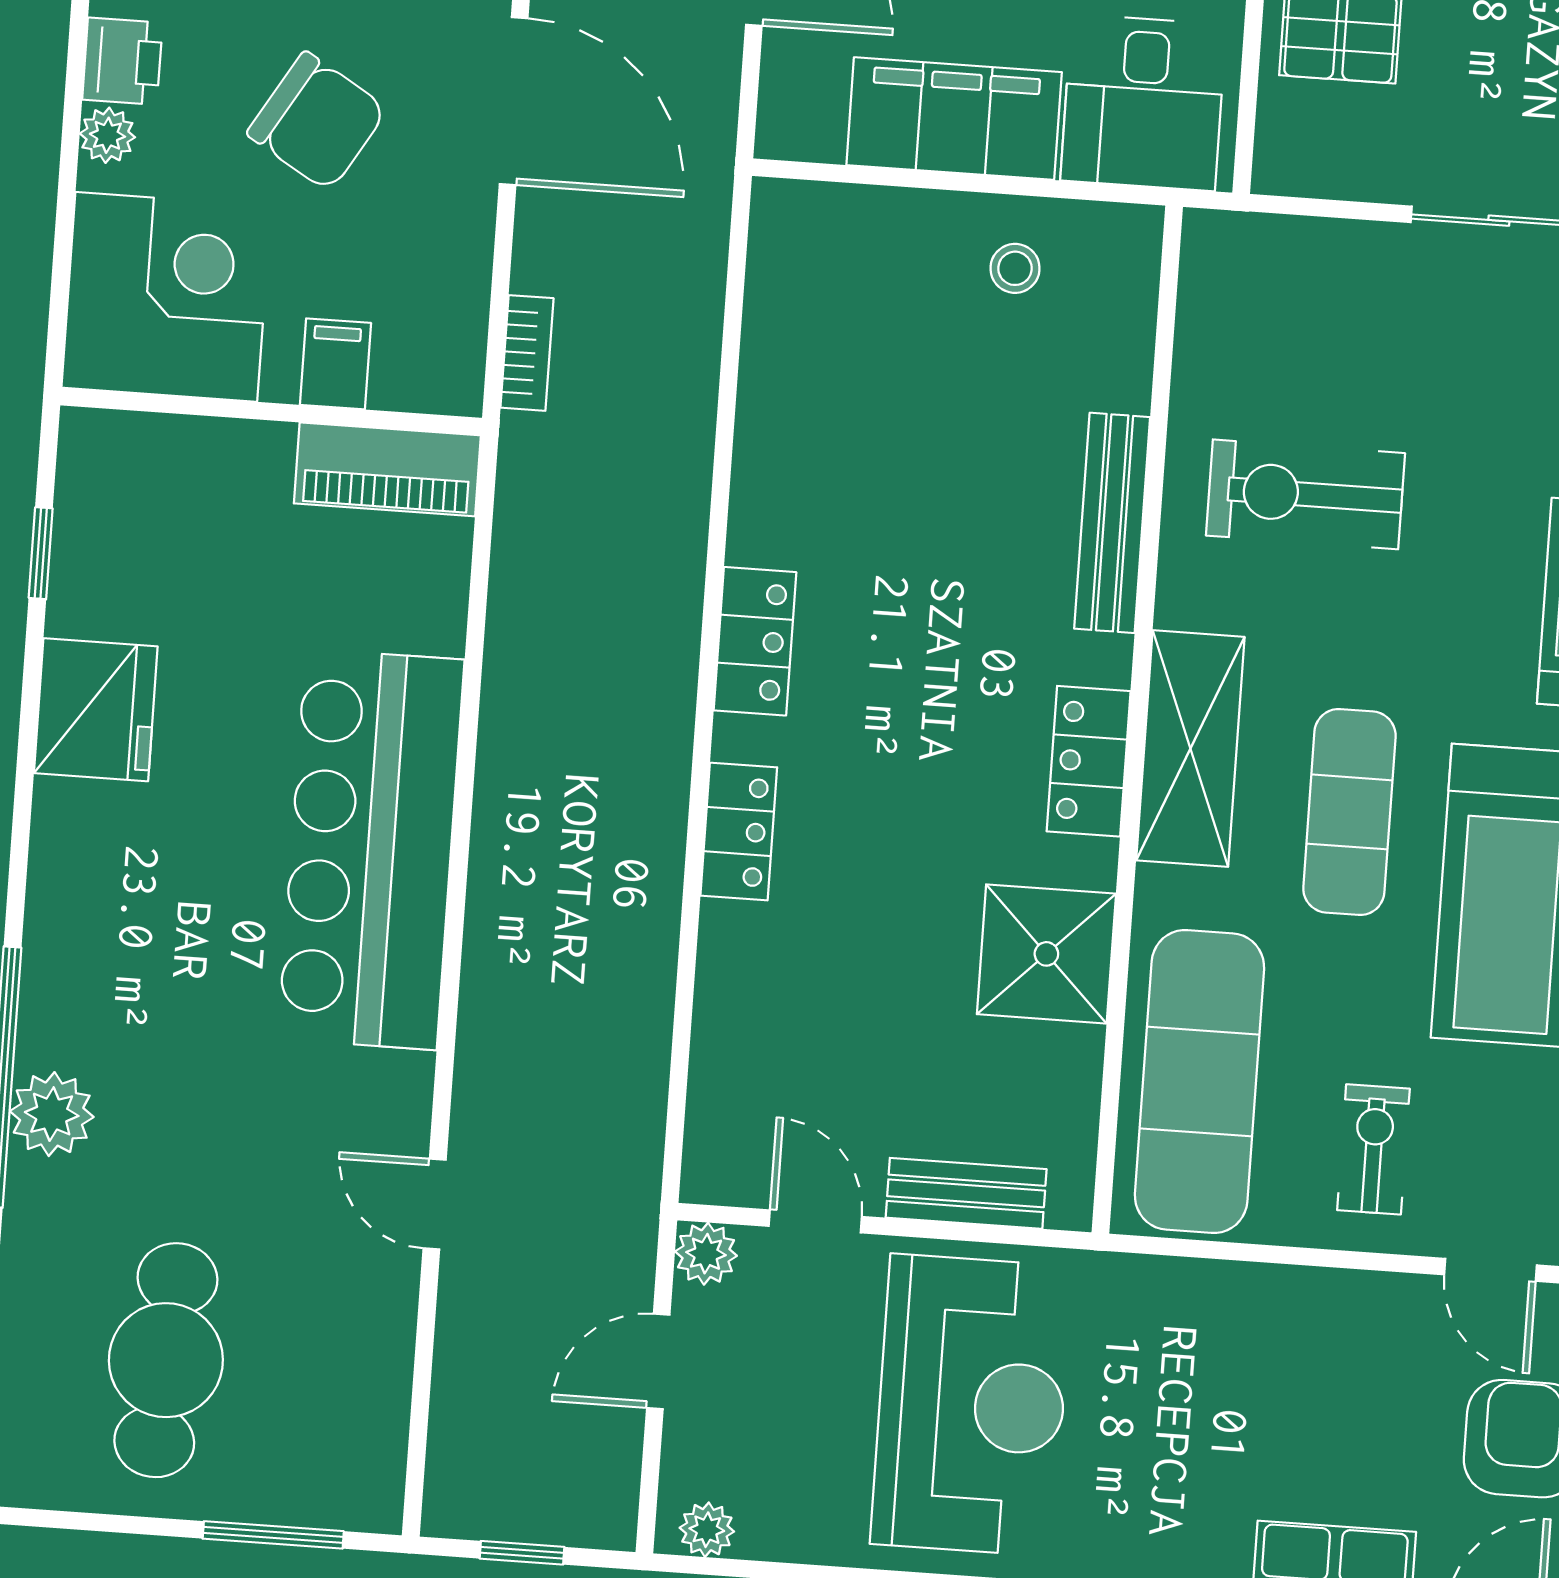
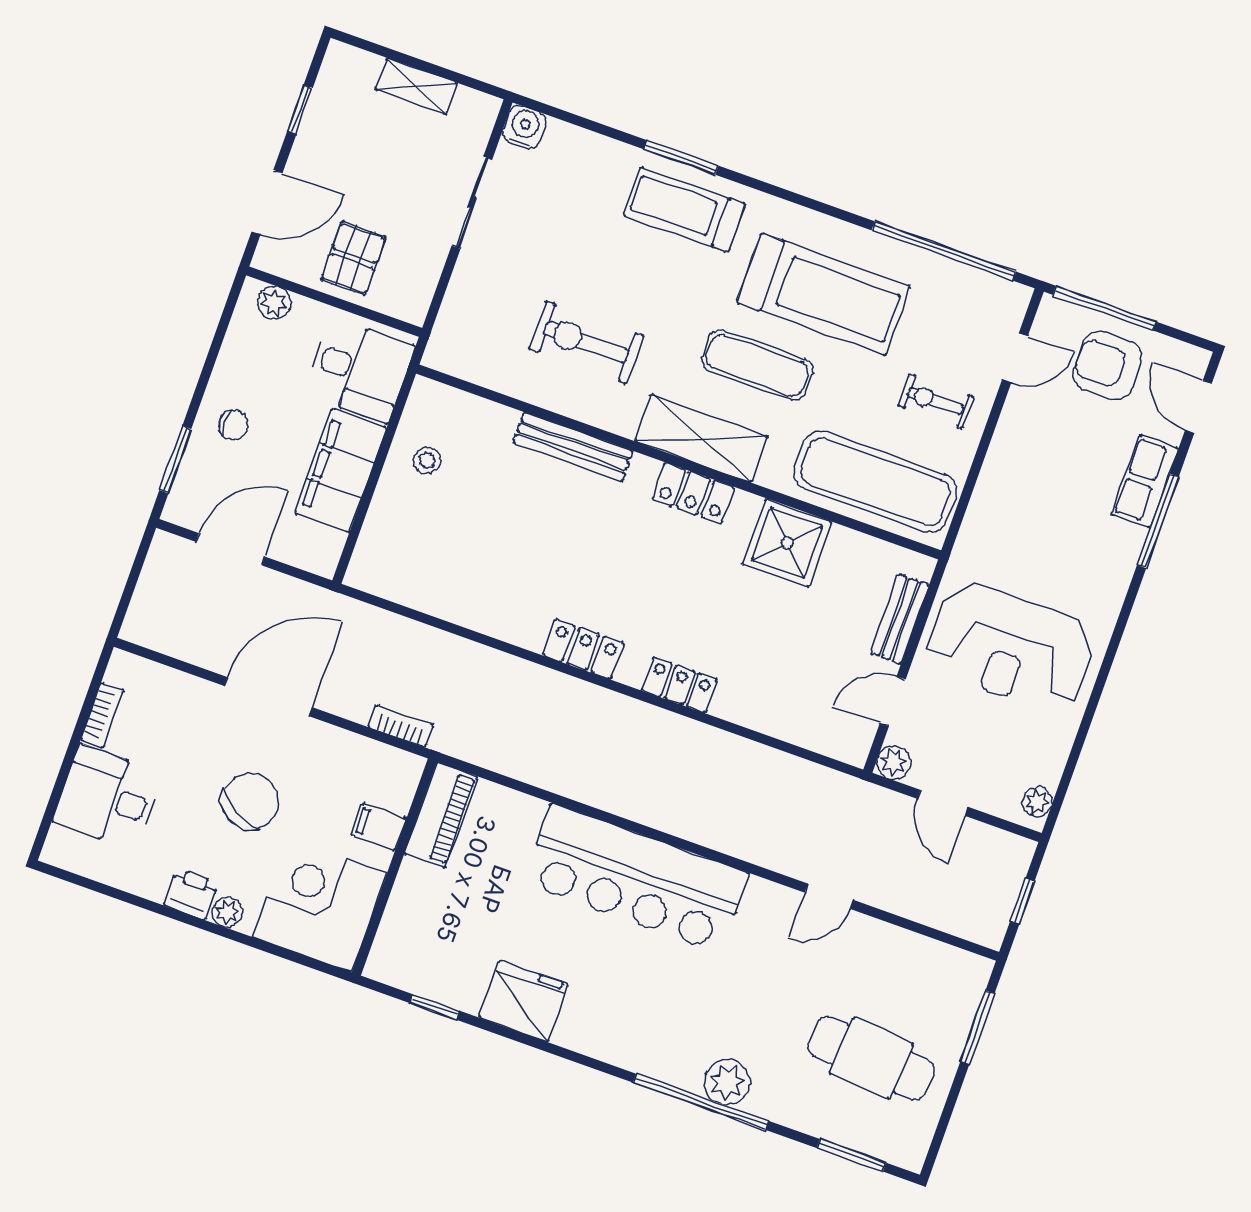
exercise bike: (1305, 494) -> (586, 342), turned 90
reception desk: (971, 1405) -> (1010, 647), turned 180

